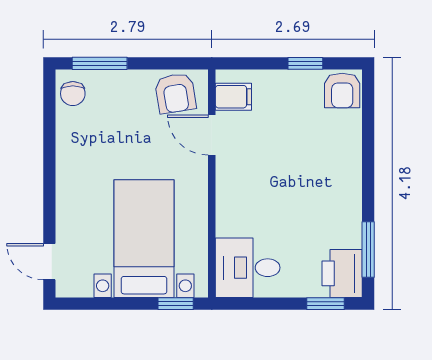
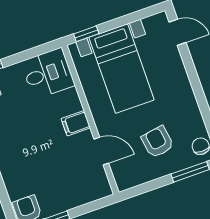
armchair: (175, 93) -> (157, 142), moved
filing cabinet: (233, 97) -> (76, 123), moved

